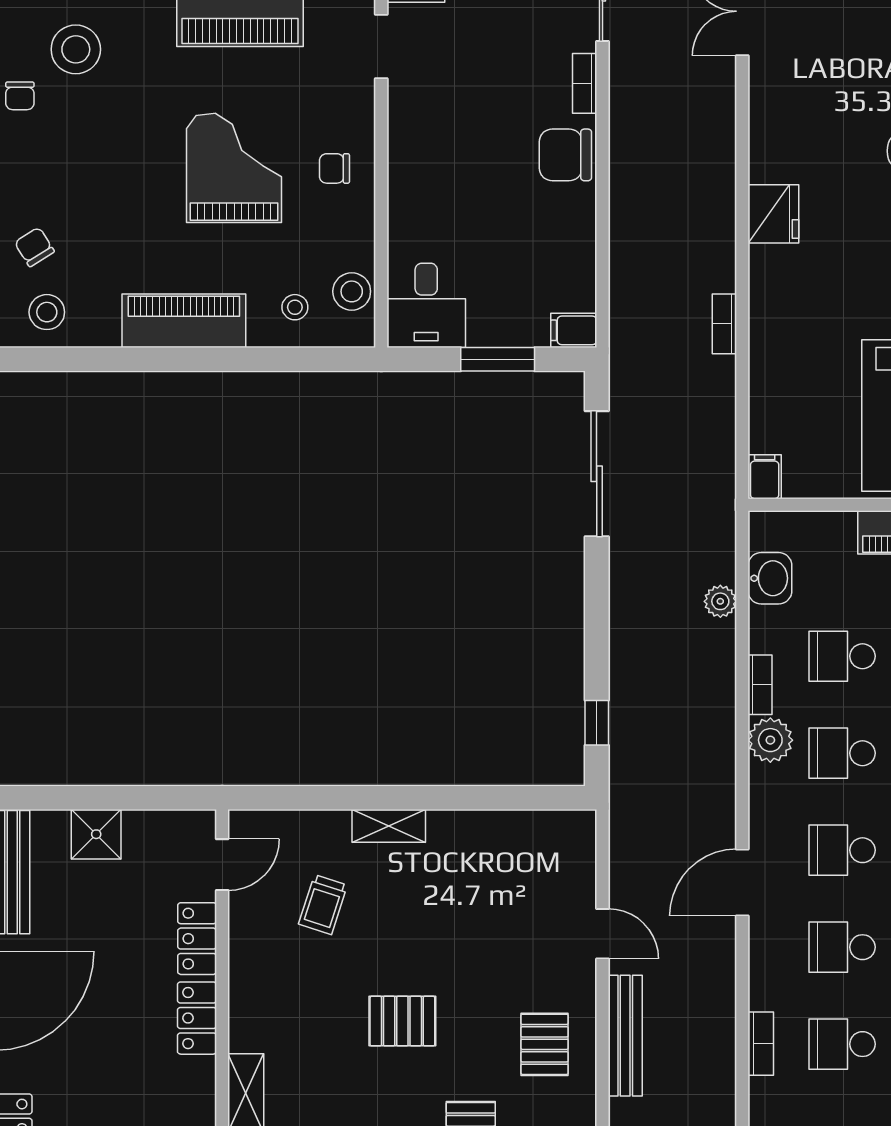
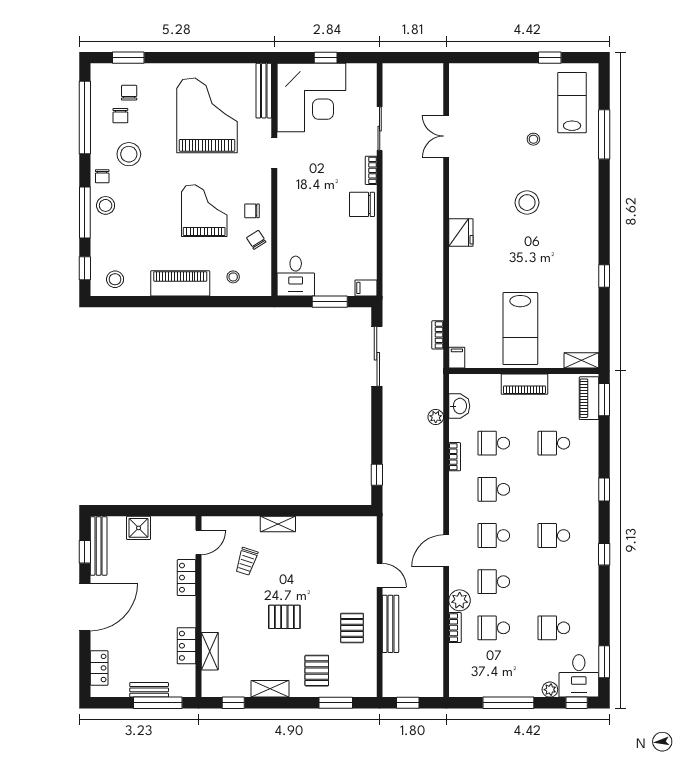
chair: (34, 247) -> (256, 240), moved
stool: (352, 291) -> (106, 205), moved
bookcase: (724, 324) -> (438, 335), moved
plant: (770, 740) -> (460, 600), moved
locker: (197, 1018) -> (186, 646), moved

